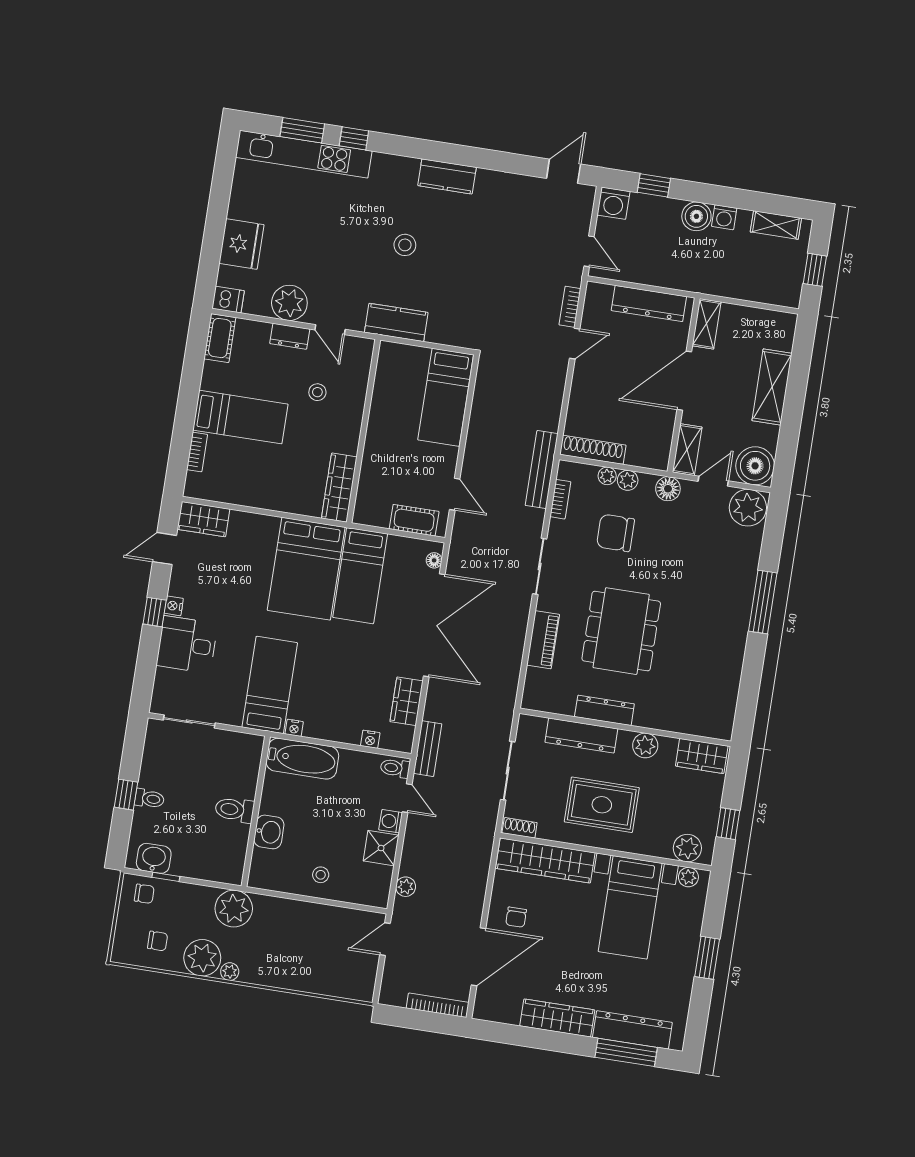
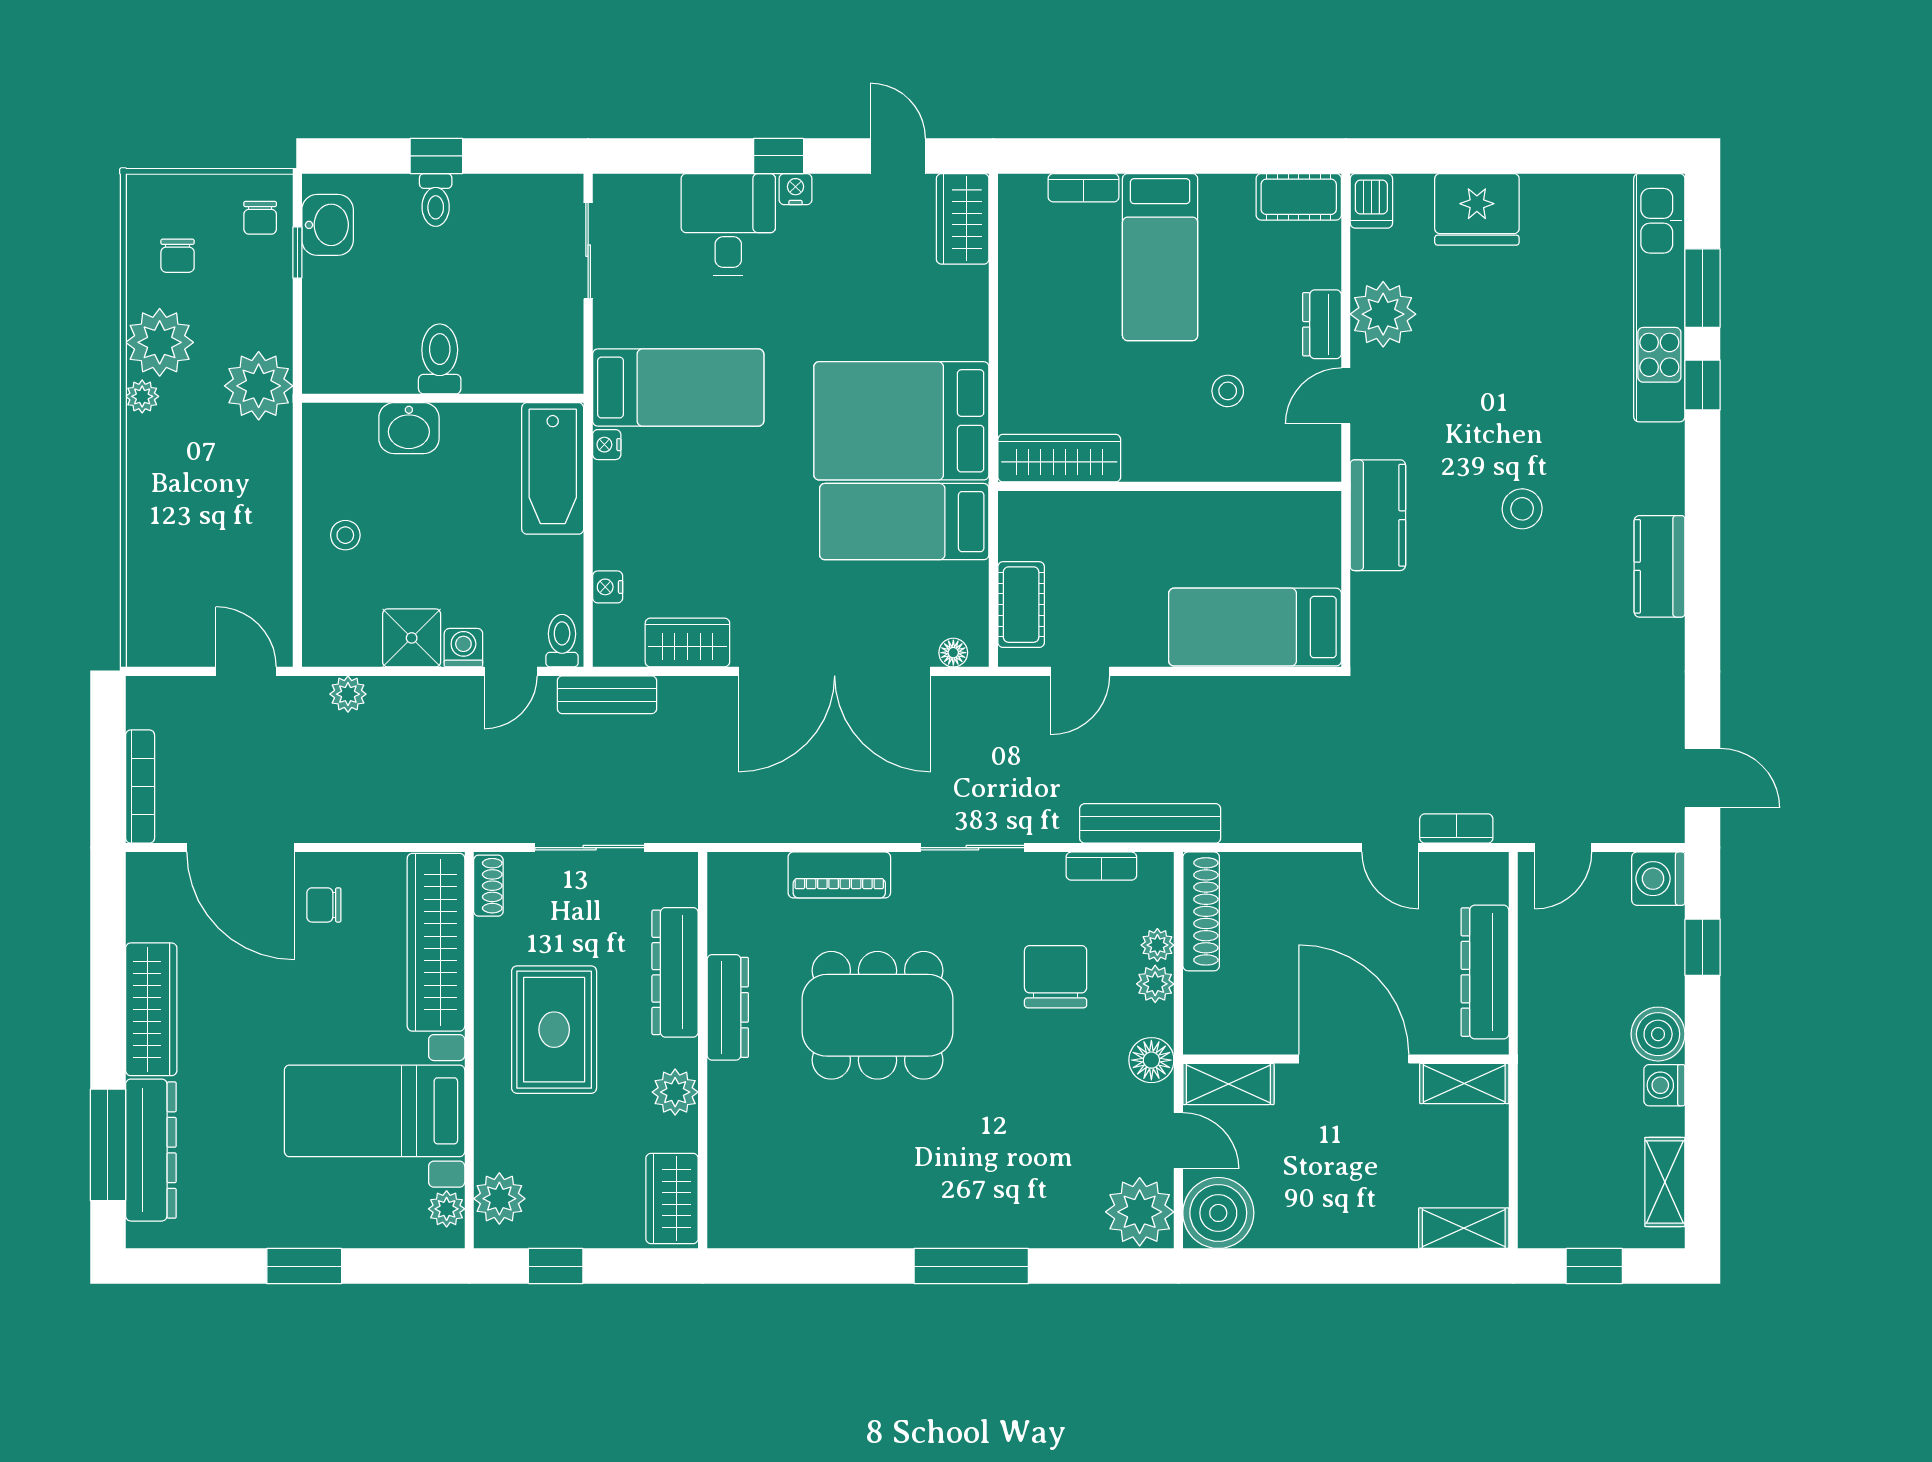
shelving: (772, 387) -> (1464, 1228), moved, width x0.67, depth x0.75

